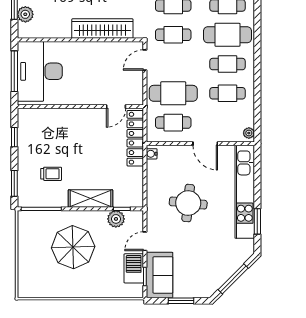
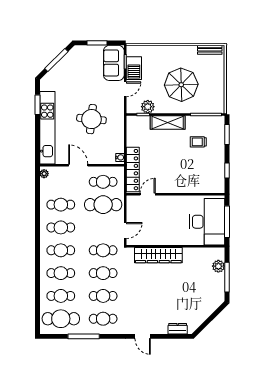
cafe table: (227, 35) -> (61, 250), width x0.73, depth x0.74
bench: (36, 292) -> (210, 50), added

